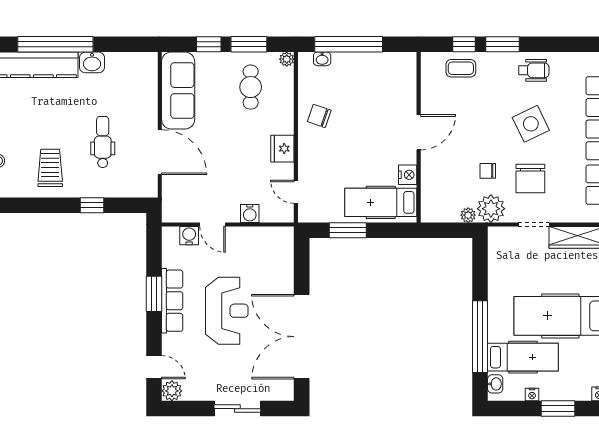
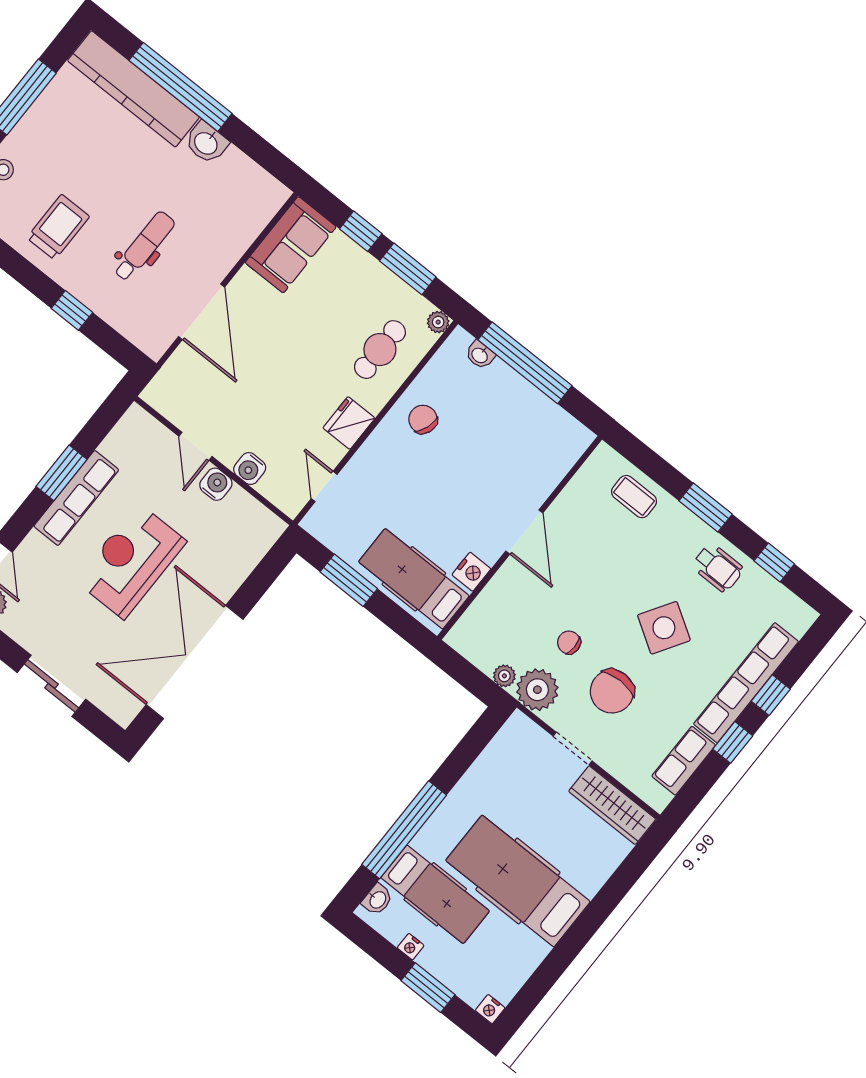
window: (464, 44) -> (774, 562), moved
cafe table: (251, 87) -> (380, 350), moved
sofa: (178, 91) -> (291, 245), width x0.73
side table: (531, 124) -> (664, 628), turned -32
door: (419, 132) -> (524, 532), hinge flipped
water cooler: (189, 236) -> (216, 484), moved
reception desk: (227, 311) -> (131, 561), turned 180

